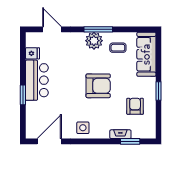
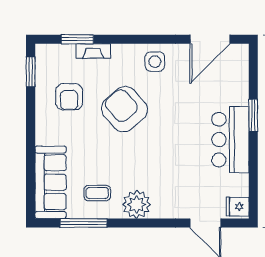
window: (98, 29) -> (84, 223), moved
fridge: (33, 53) -> (238, 207), moved
armchair: (98, 86) -> (124, 109), moved, turned 48
window: (159, 91) -> (31, 72), moved

